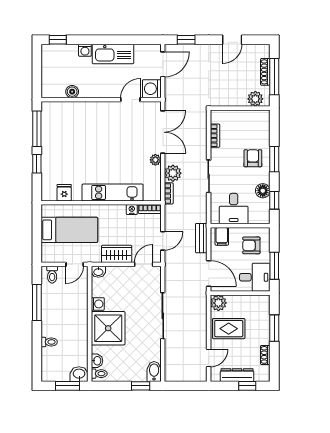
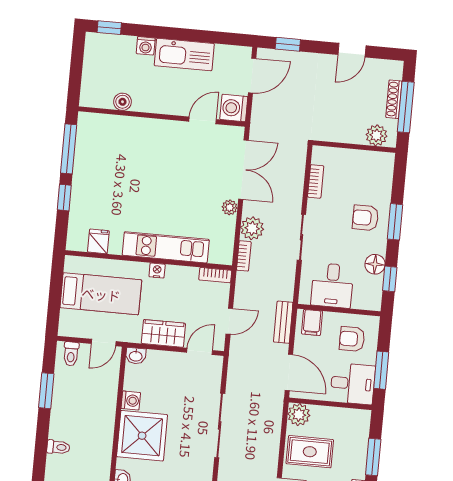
armchair: (253, 158) -> (365, 218), turned -90
nightstand: (132, 210) -> (157, 271), moved
window: (37, 303) -> (46, 391), width x0.69

